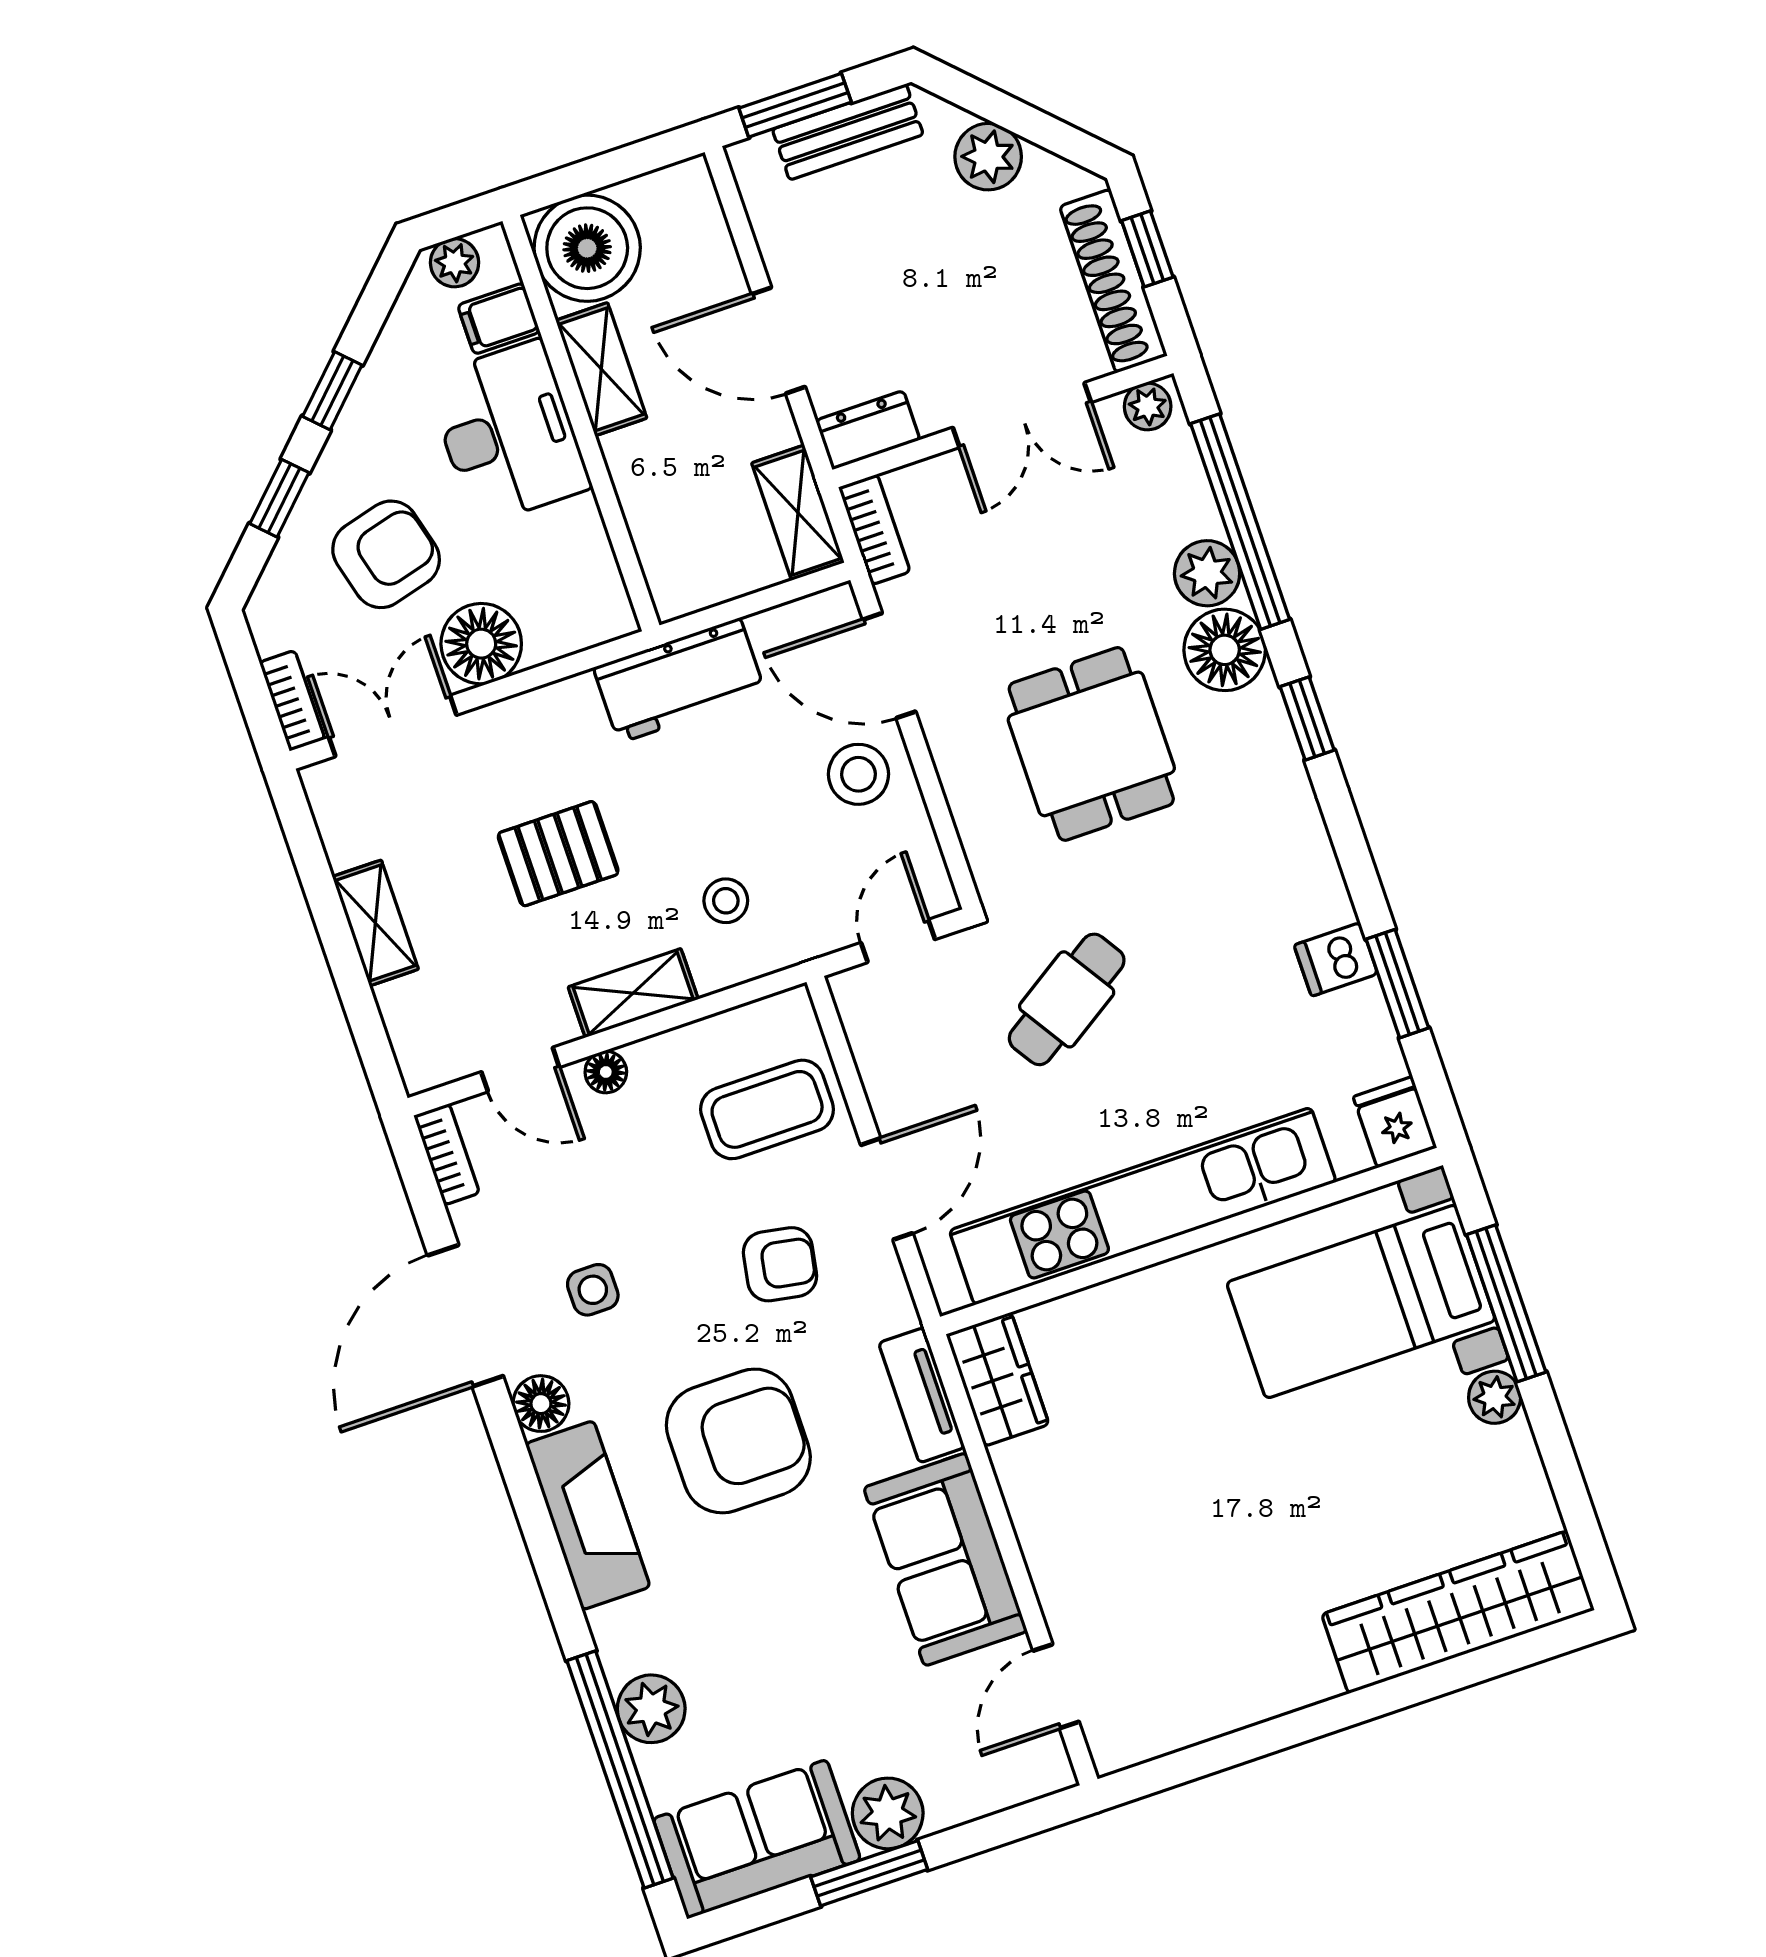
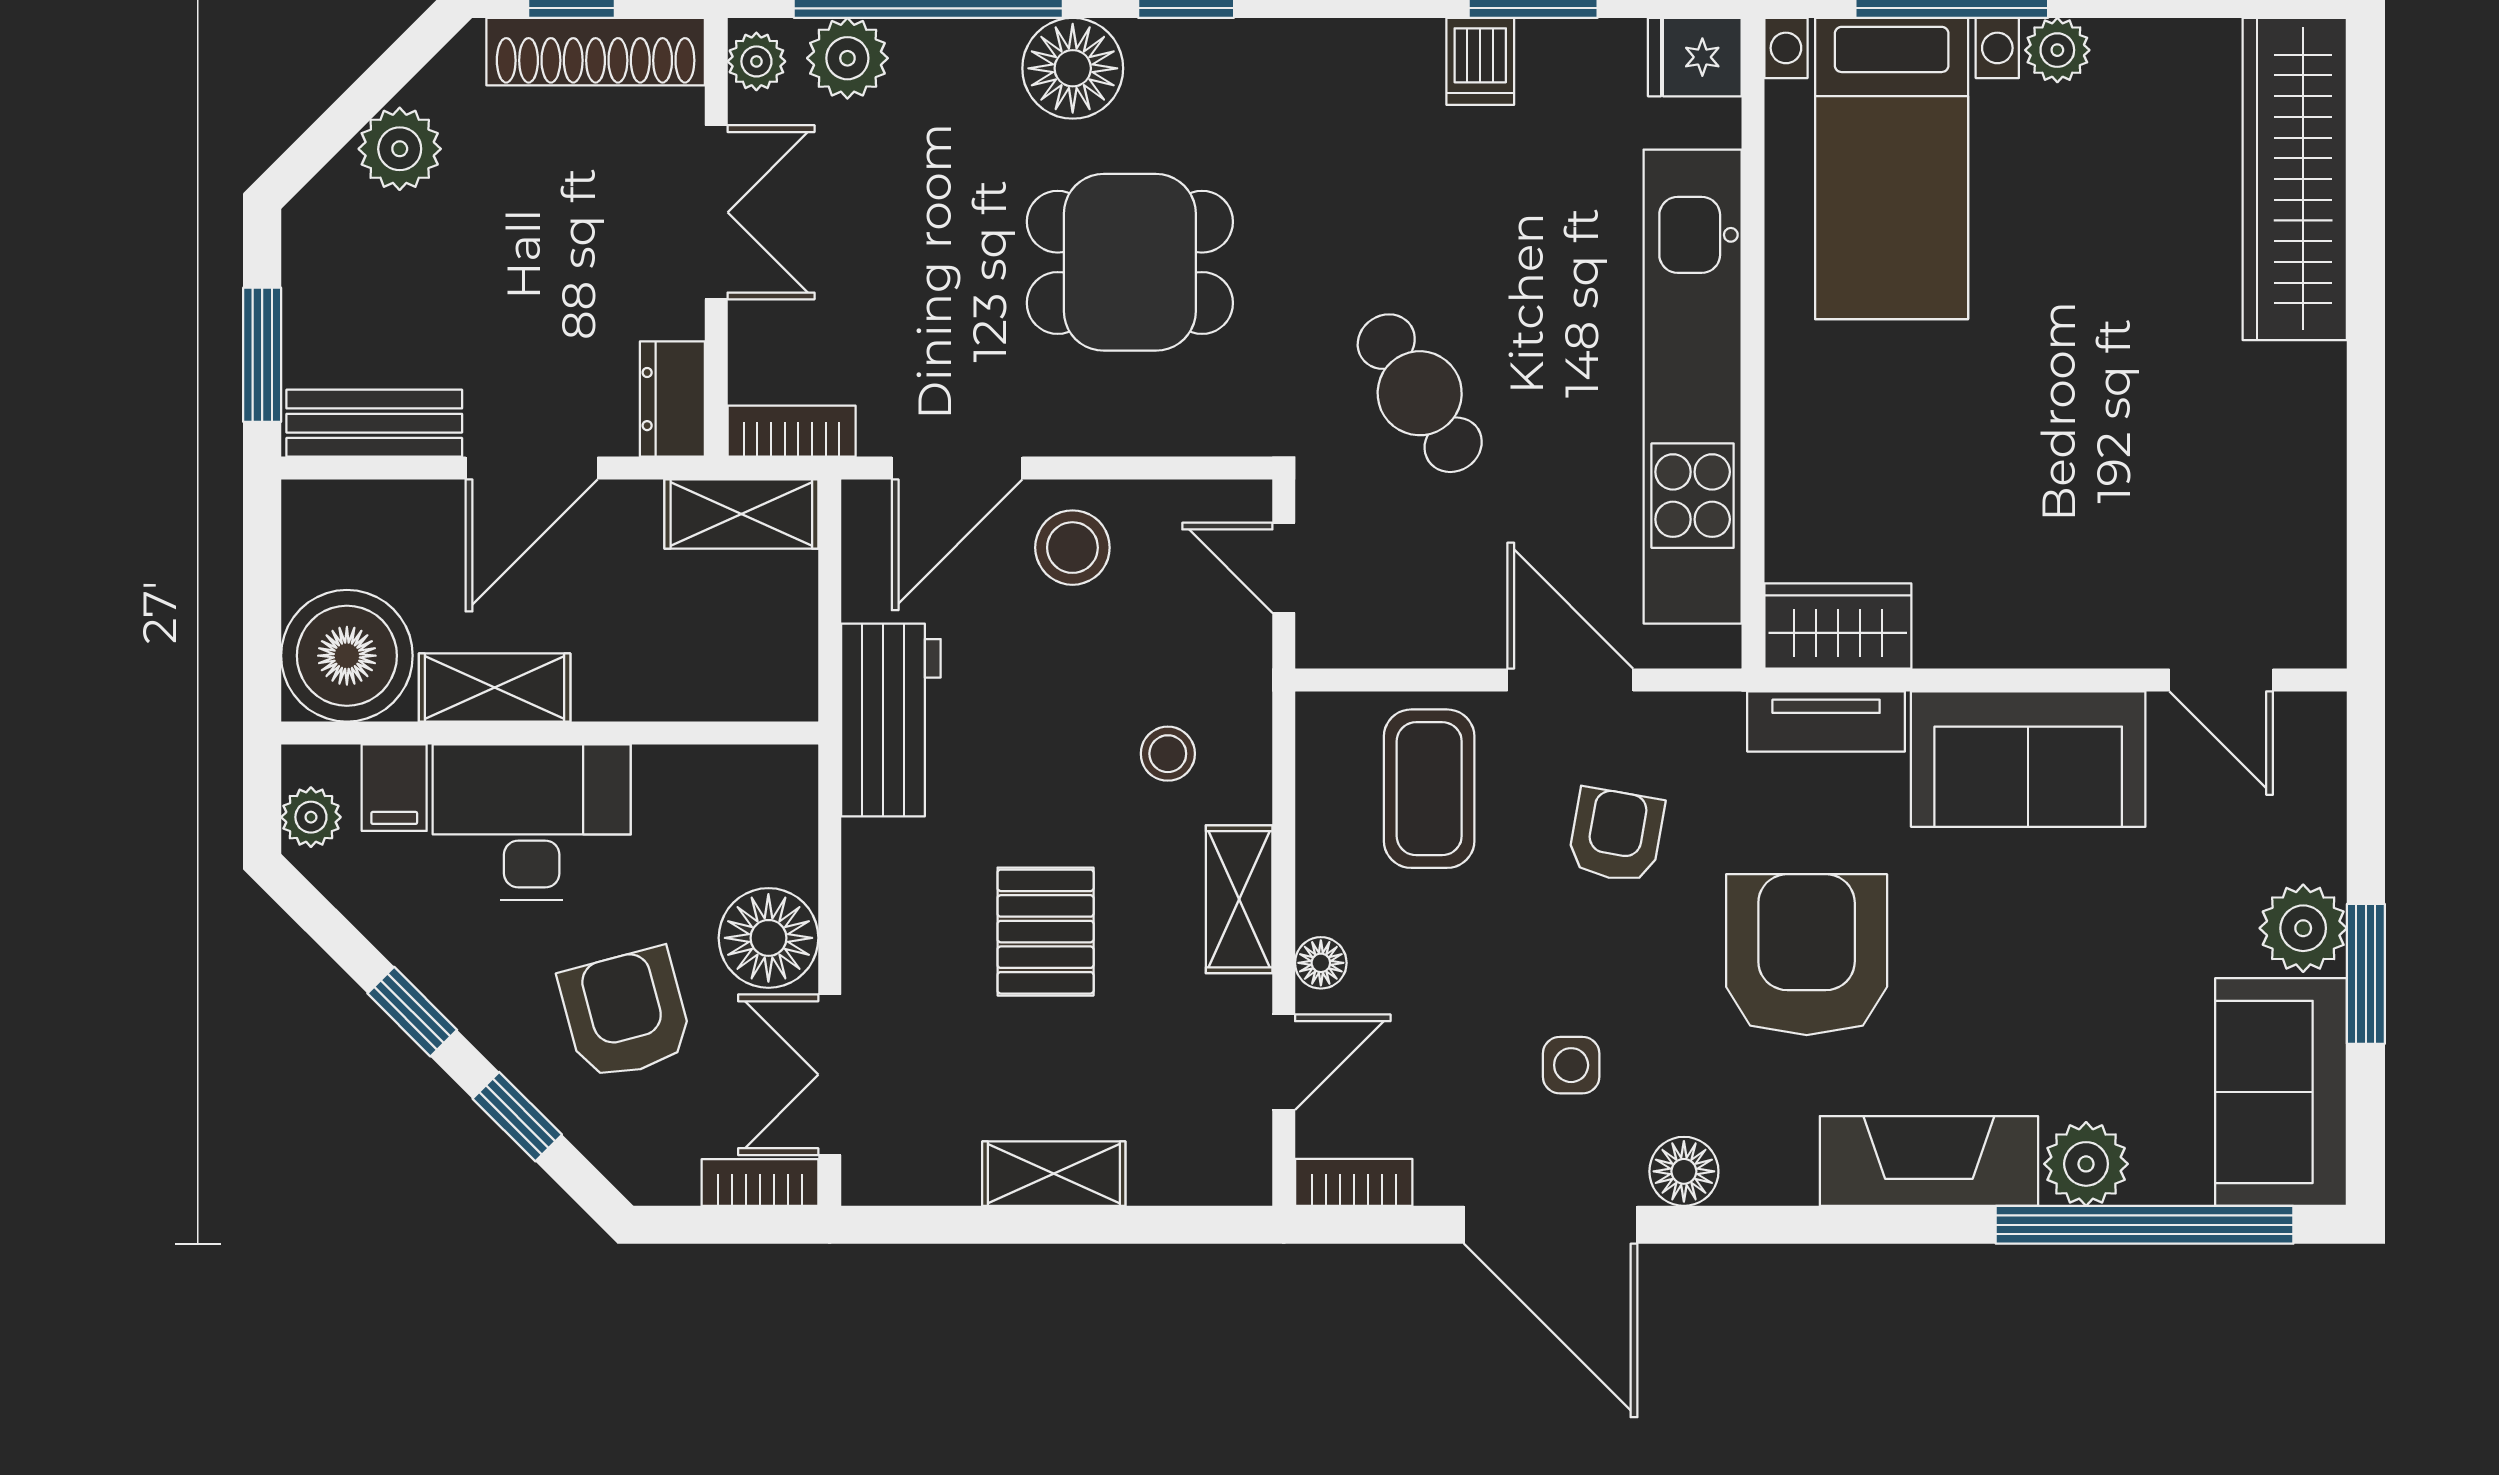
bench: (848, 132) -> (374, 423), moved, turned 90
plant: (1207, 573) -> (847, 58), moved
fireplace: (588, 1515) -> (1929, 1161), moved

